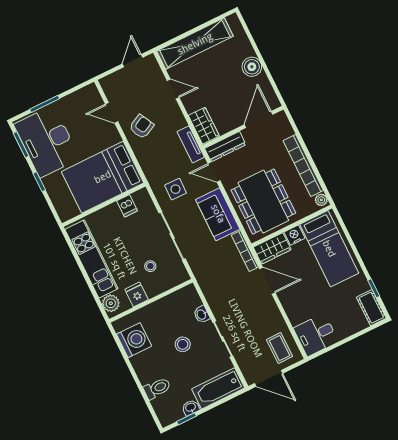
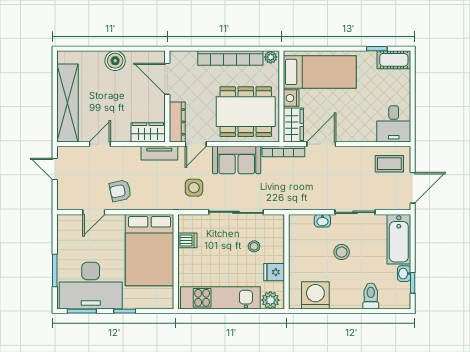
armchair: (141, 127) -> (120, 191), turned -75

